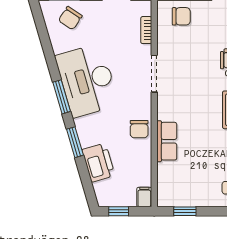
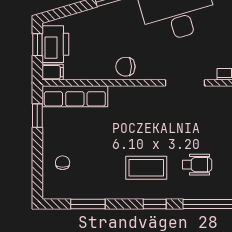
row of seats: (167, 141) -> (75, 96), moved, width x1.48
printer: (98, 163) -> (55, 44), moved, turned -74

